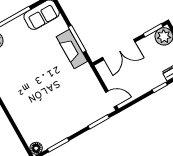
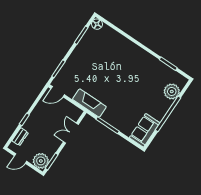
fireplace: (72, 49) -> (89, 103), moved
double door: (119, 50) -> (71, 133), width x0.73

